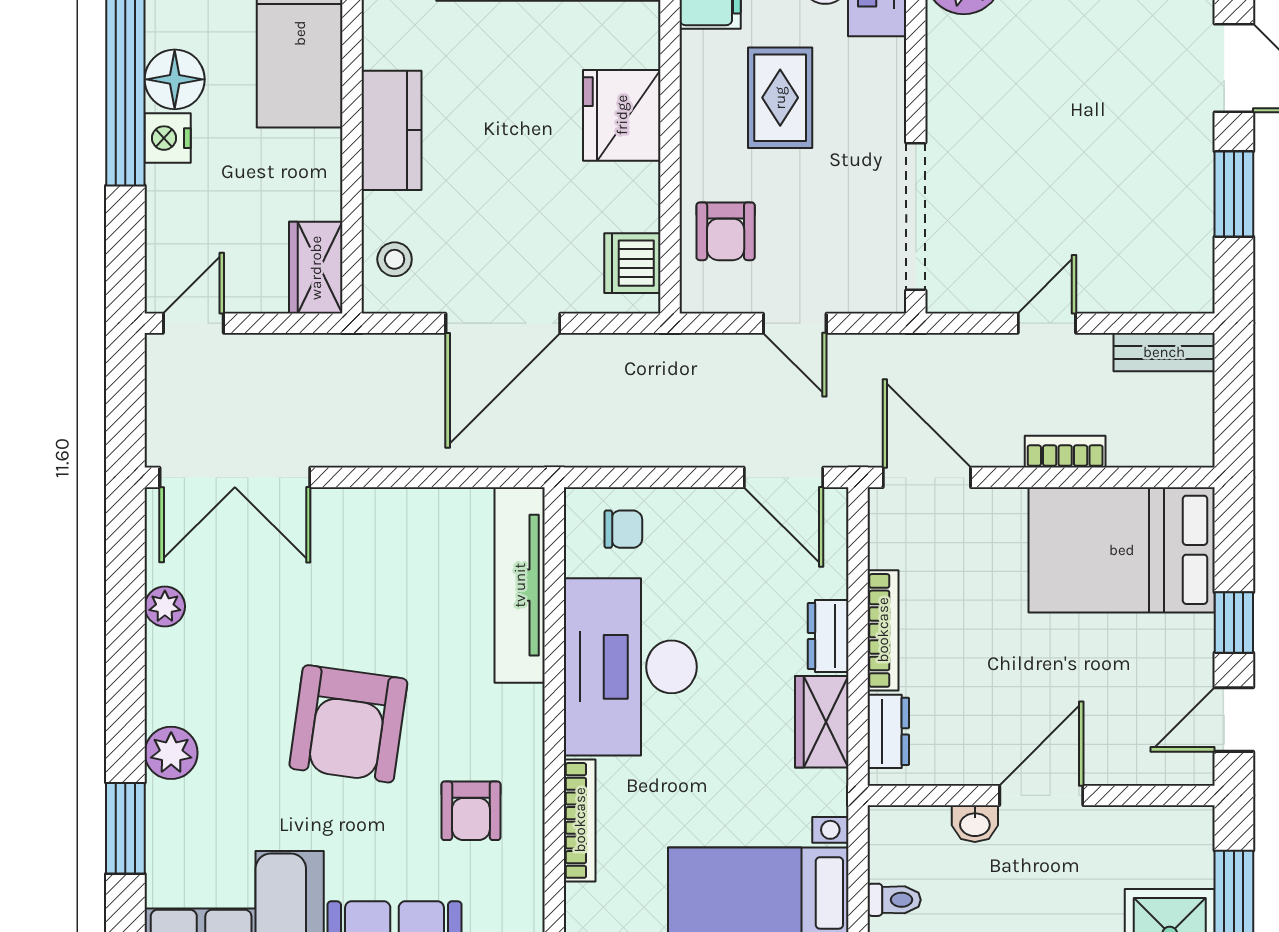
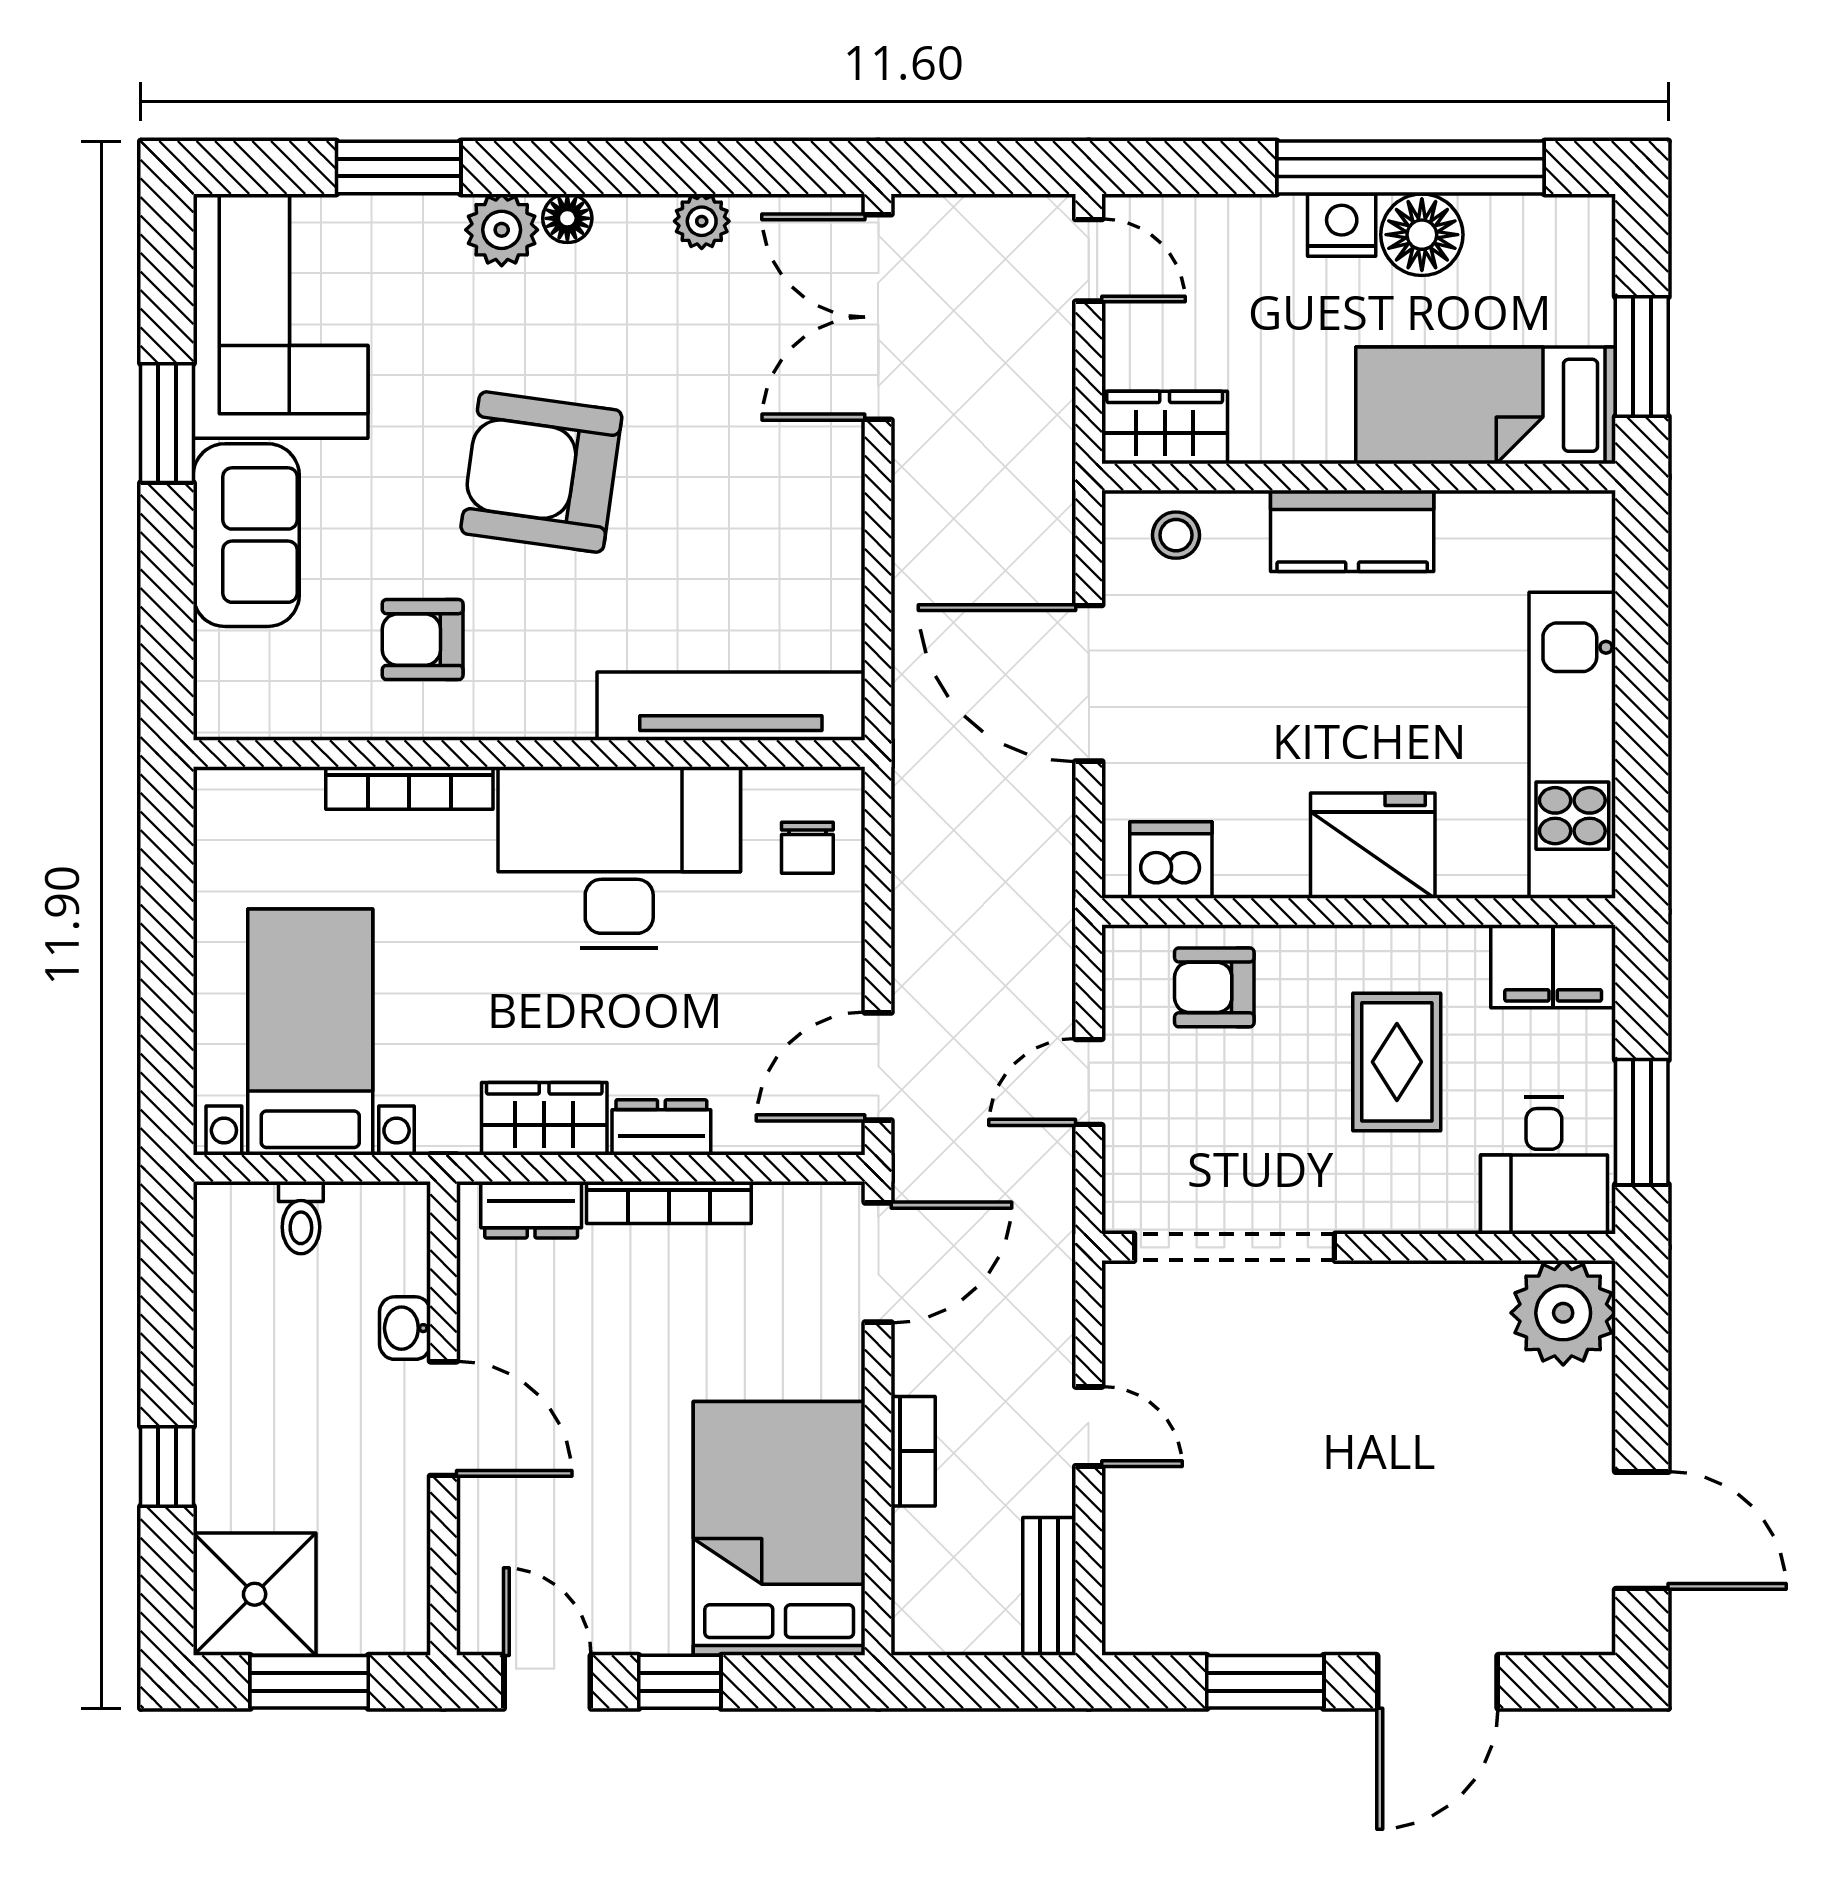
rug: (780, 98) -> (1397, 1062), turned 90
floor lamp: (163, 705) -> (567, 218), added

